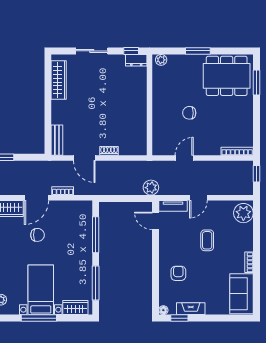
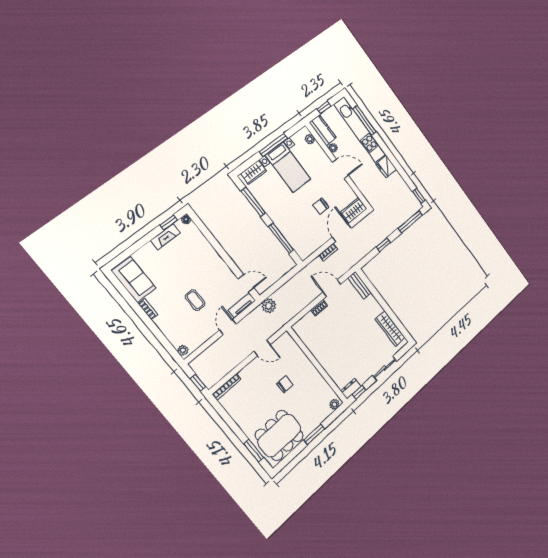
door: (184, 158) -> (262, 348), hinge flipped
plant: (243, 213) -> (183, 350), width x0.53, depth x0.53
armchair: (178, 273) -> (197, 257), removed

